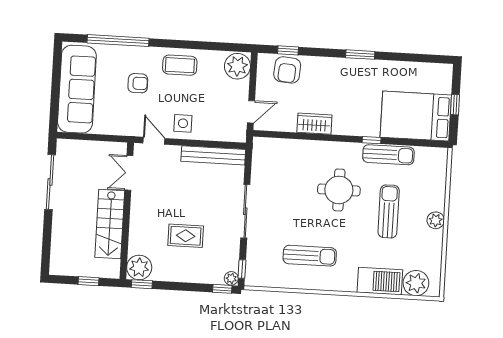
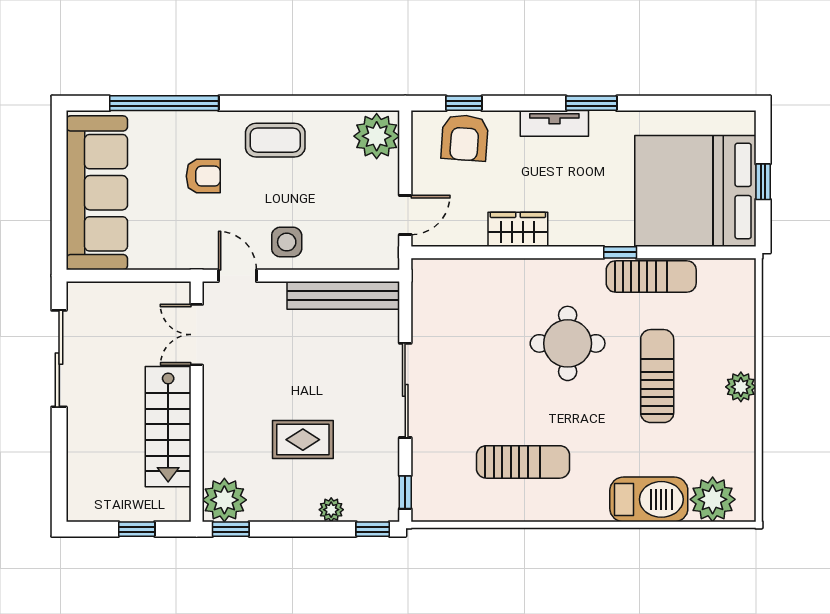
tv unit: (339, 65) -> (554, 123), added
bed: (416, 116) -> (695, 191), width x1.36
plant: (231, 278) -> (331, 510), moved

